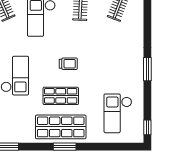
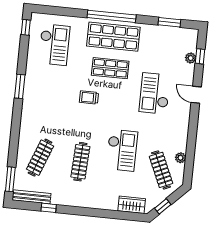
trolley: (68, 64) -> (89, 97), moved
window: (65, 147) -> (112, 16), width x2.11

